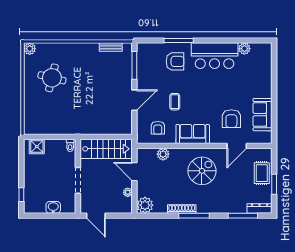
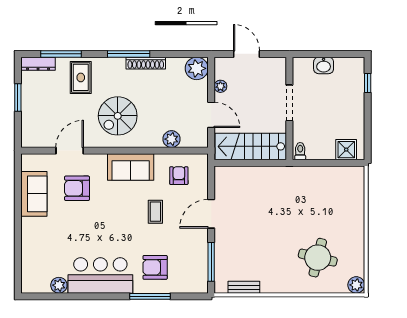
round table: (52, 78) -> (318, 258), moved
armchair: (231, 119) -> (77, 188), turned -90
rug: (262, 173) -> (81, 77), moved
door: (96, 216) -> (247, 54), moved

